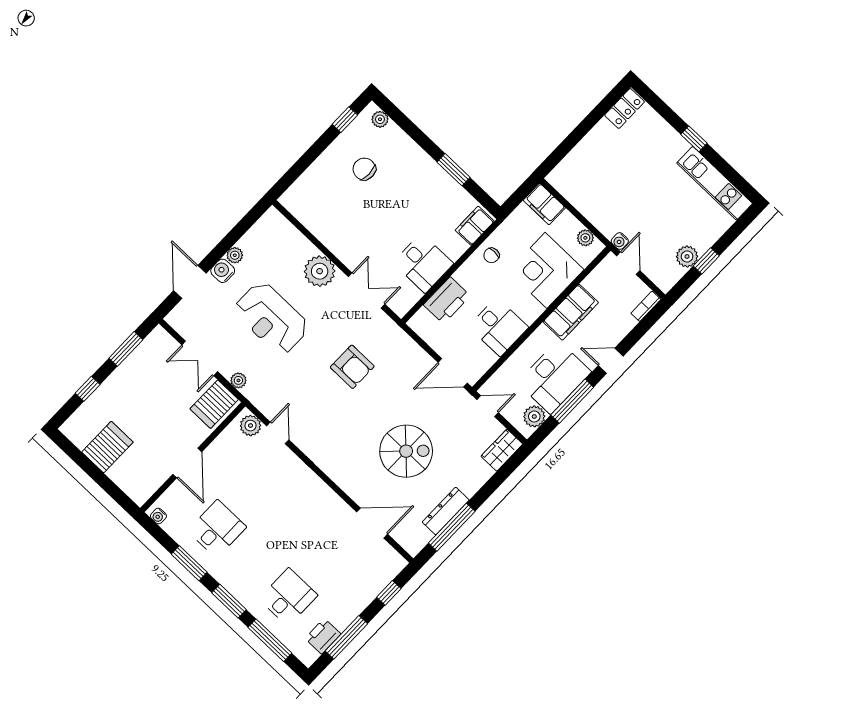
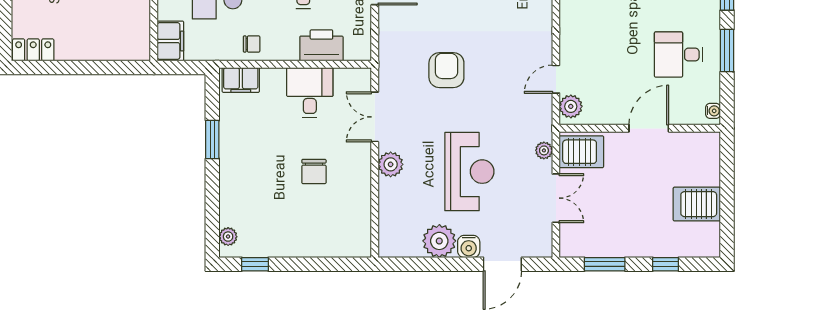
chair: (364, 169) -> (314, 171), moved
plant: (235, 255) -> (439, 241), width x1.87, depth x1.87
plant: (320, 271) -> (391, 164), width x0.73, depth x0.73

